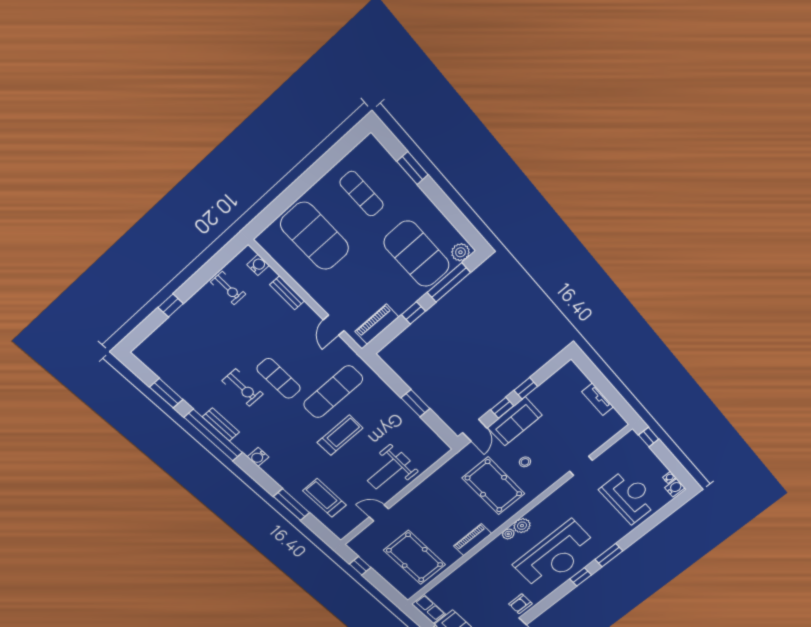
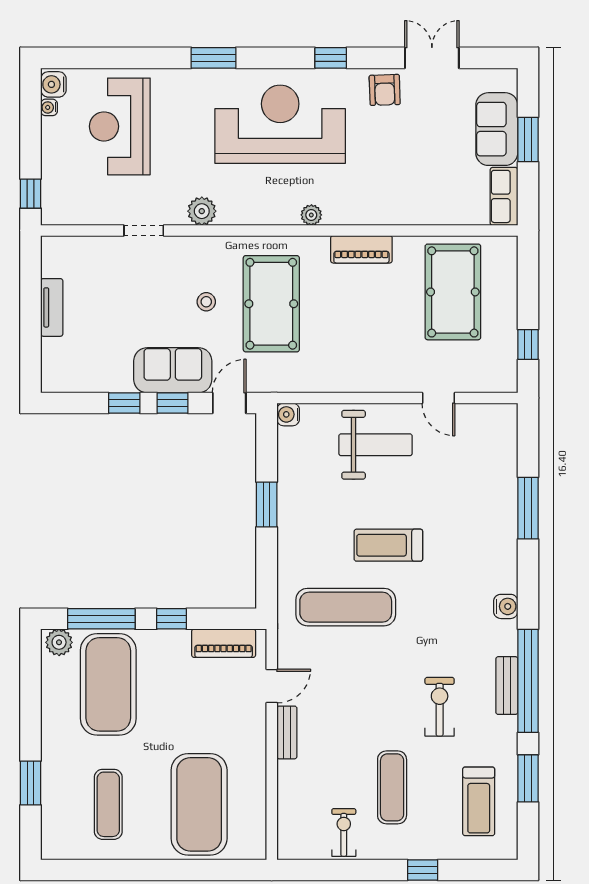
water cooler: (258, 265) -> (288, 414), moved
bench: (287, 293) -> (287, 732), moved
exercise mat: (279, 378) -> (392, 787), moved
treadmill: (325, 498) -> (479, 801), moved
plant: (522, 526) -> (202, 211), moved
window: (581, 577) -> (331, 58), moved
armchair: (520, 604) -> (385, 90), turned 88

